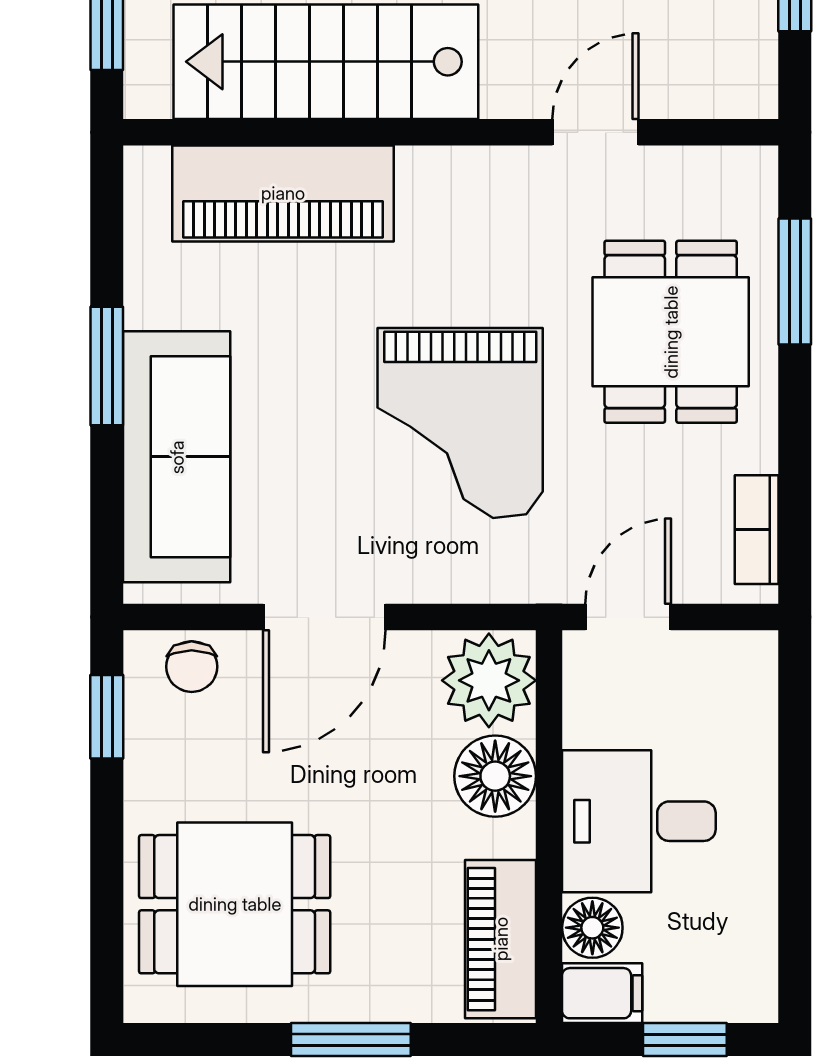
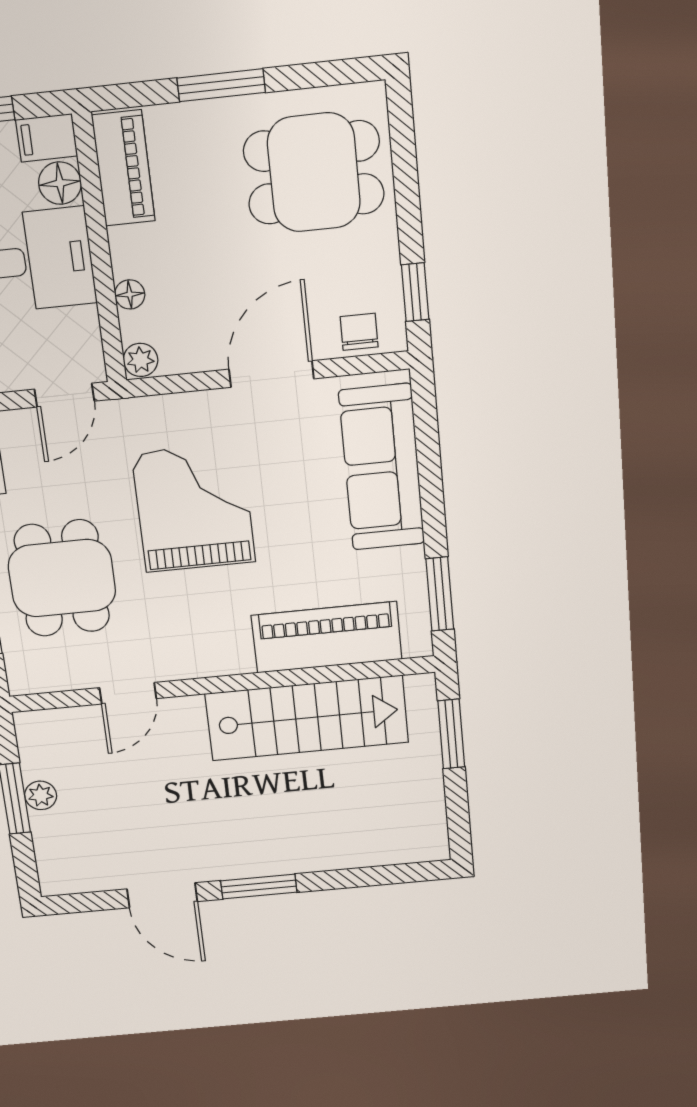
window: (107, 366) -> (440, 594), moved
plant: (489, 680) -> (141, 360), width x0.53, depth x0.53
floor lamp: (495, 776) -> (130, 294), width x0.53, depth x0.53

